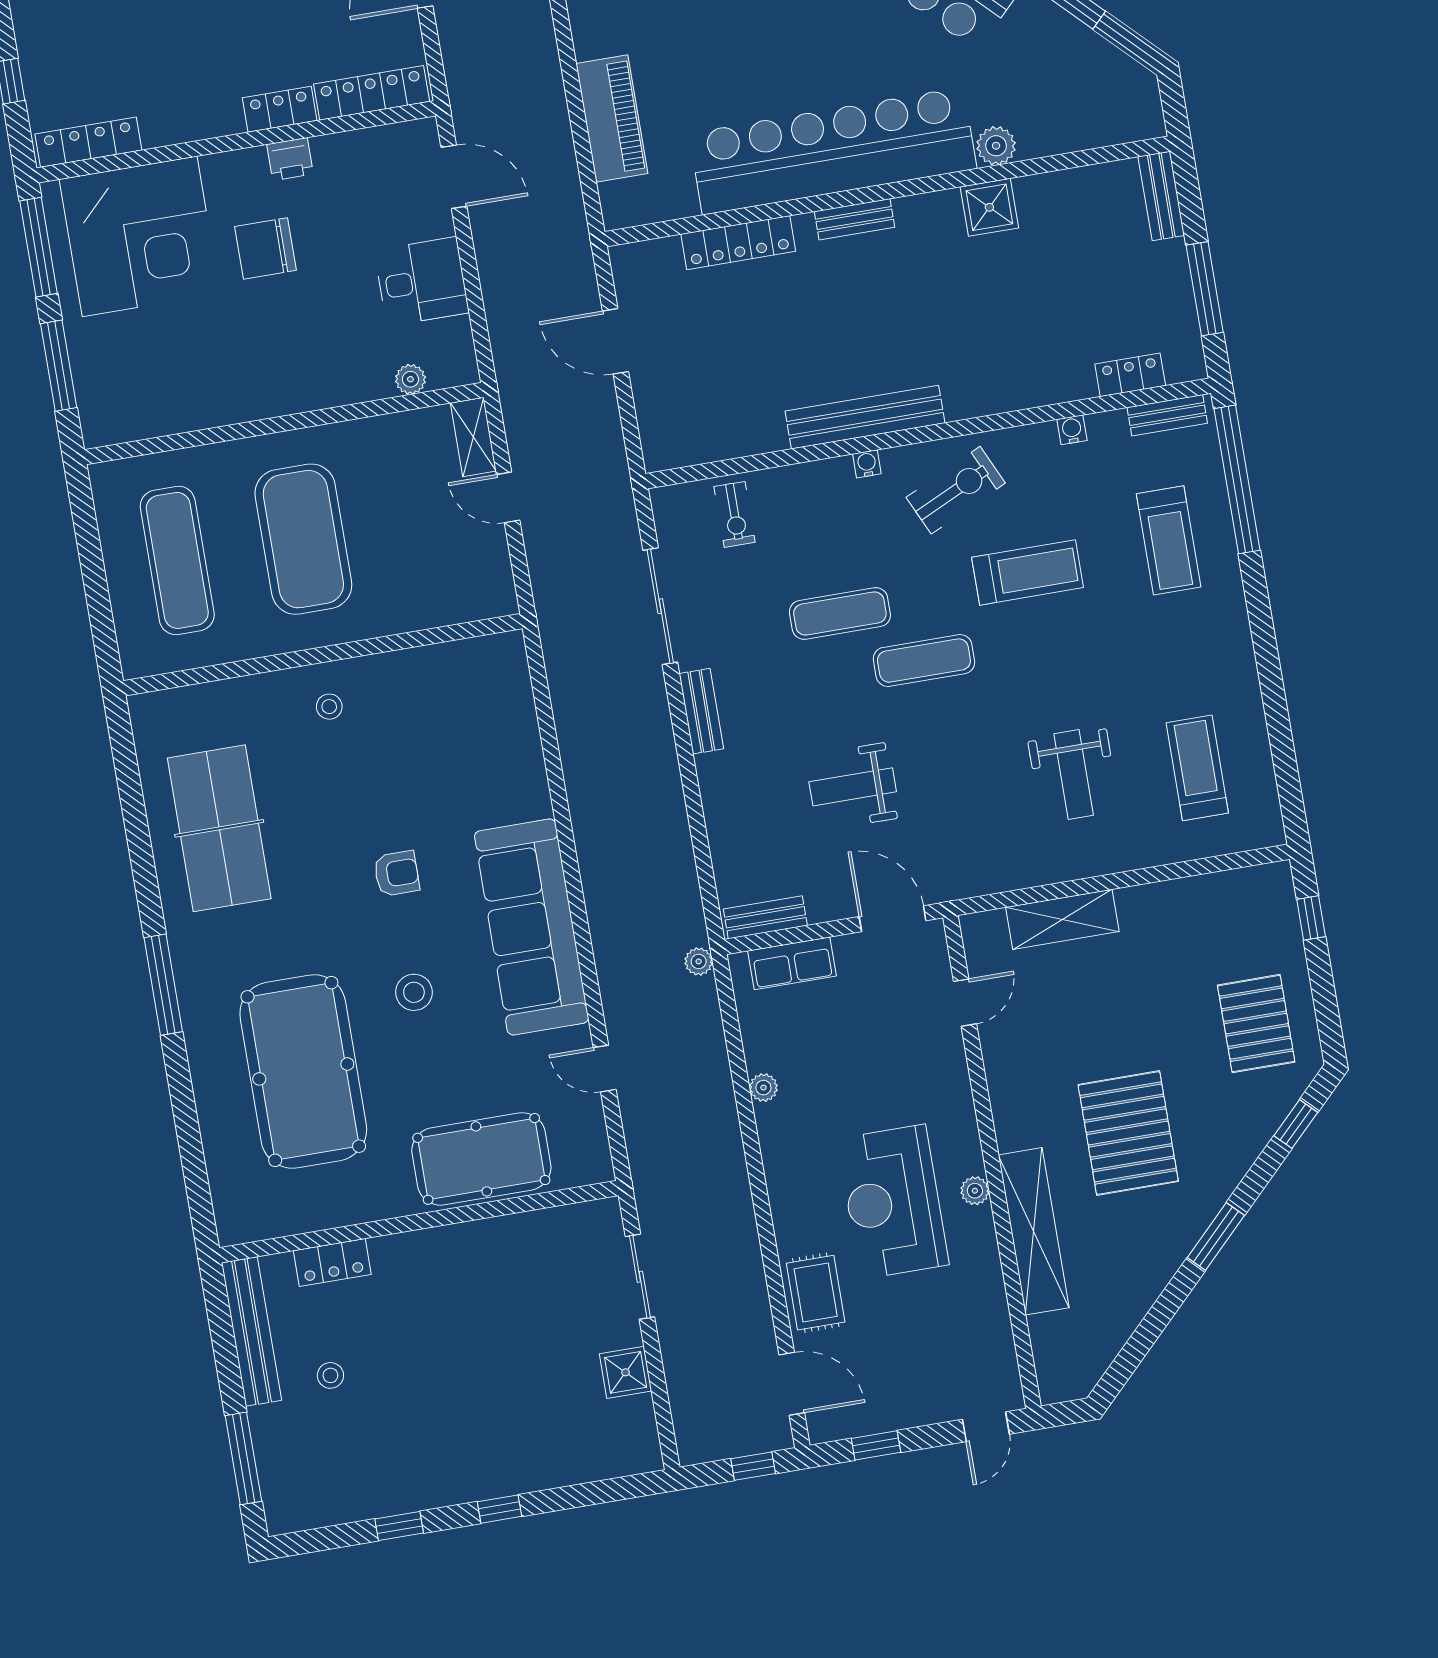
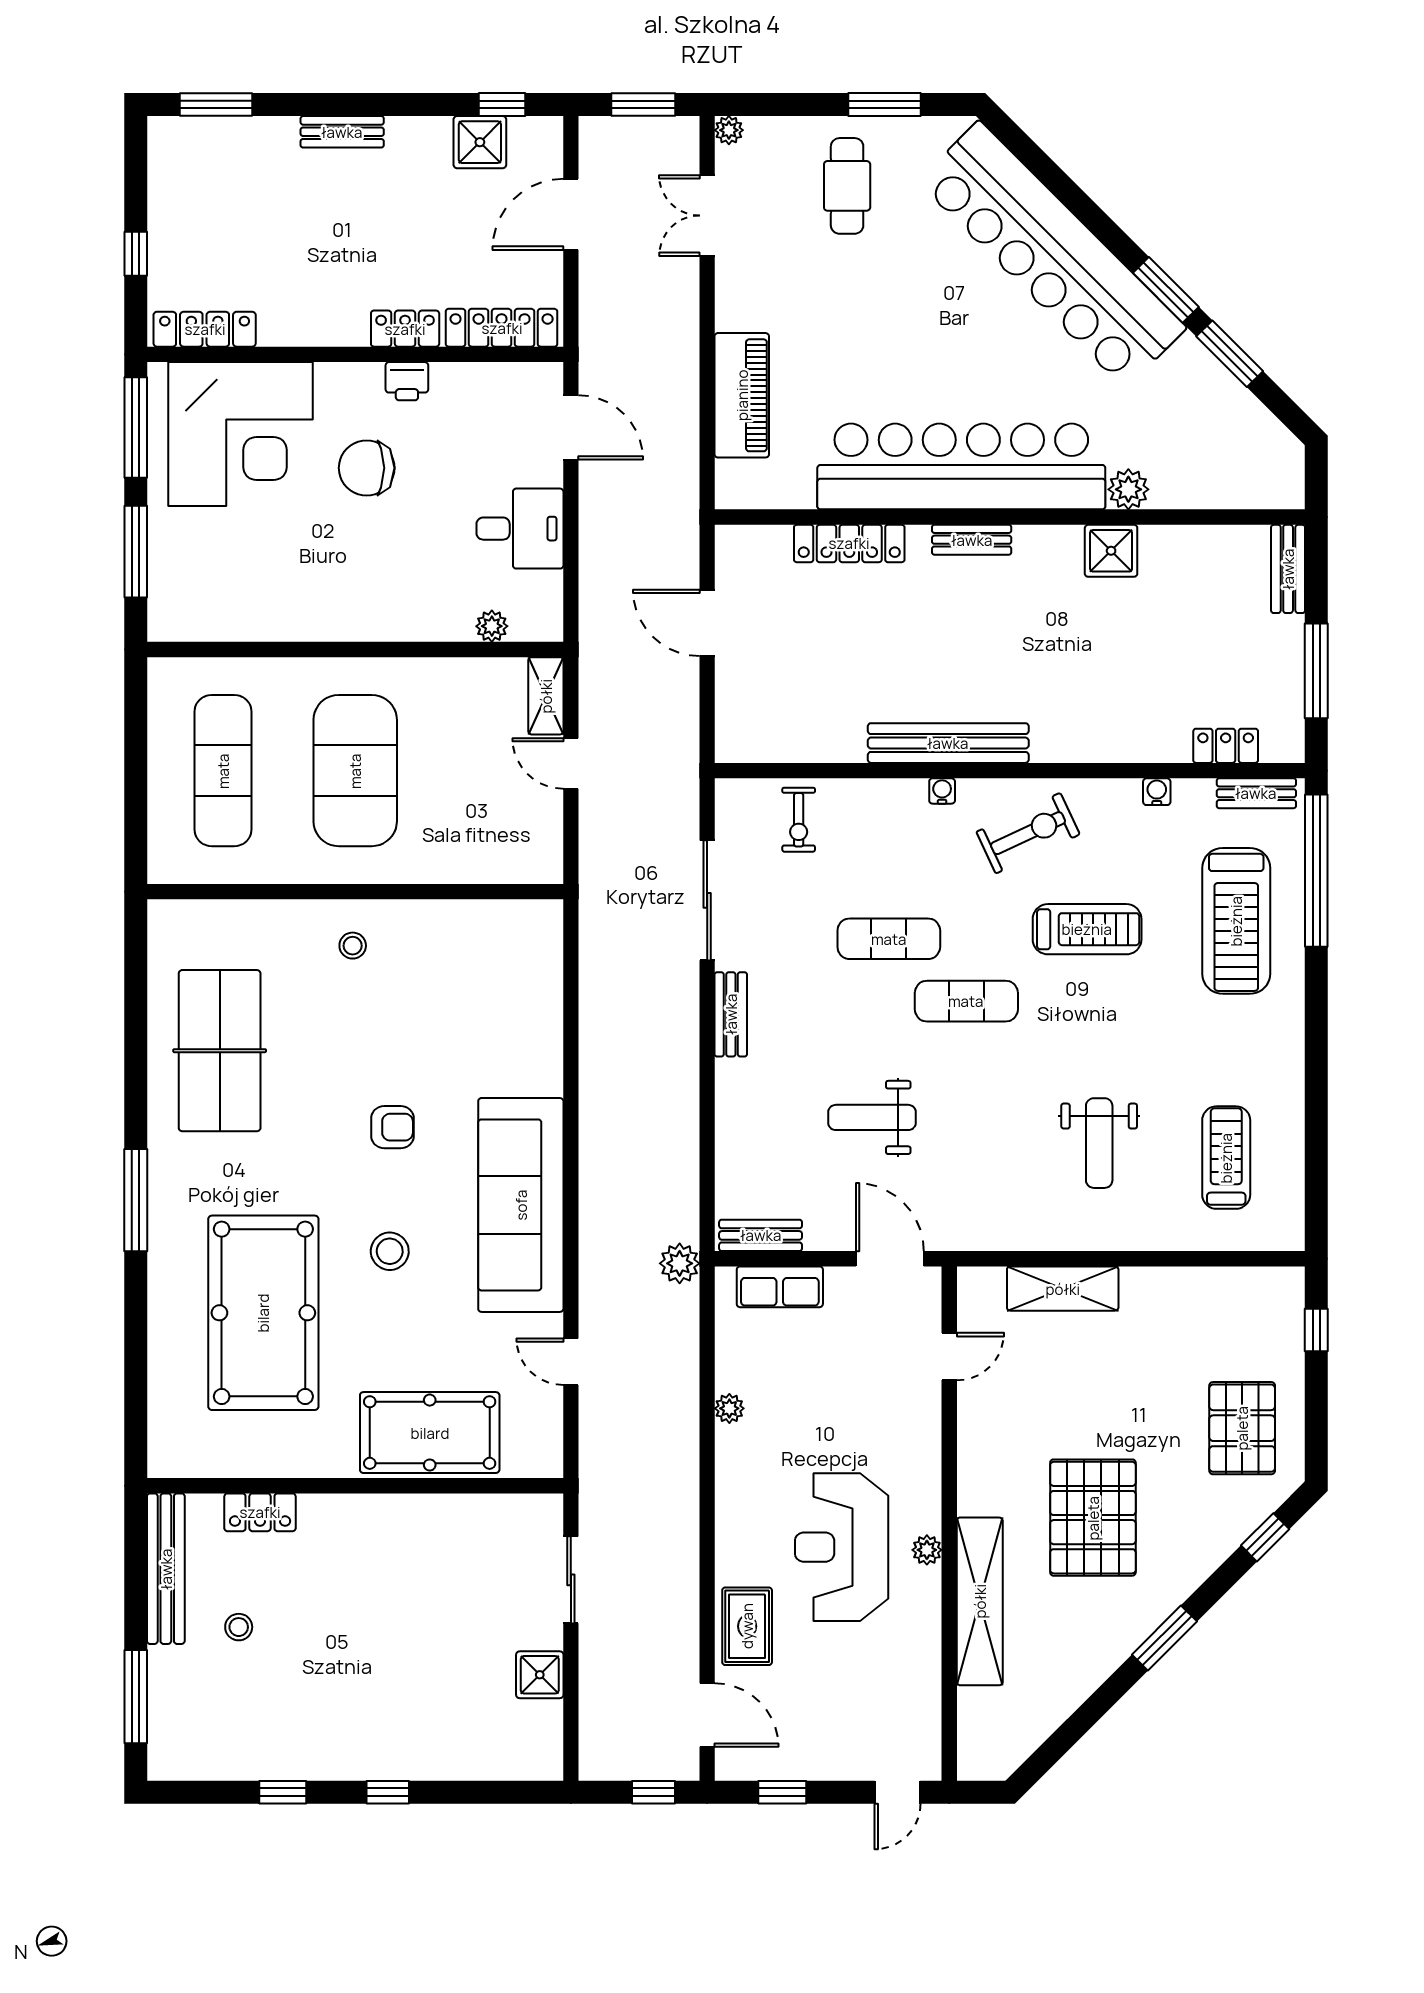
treadmill: (1169, 540) -> (1236, 921), width x1.37, depth x1.38
plant: (699, 961) -> (680, 1263), width x1.38, depth x1.38

